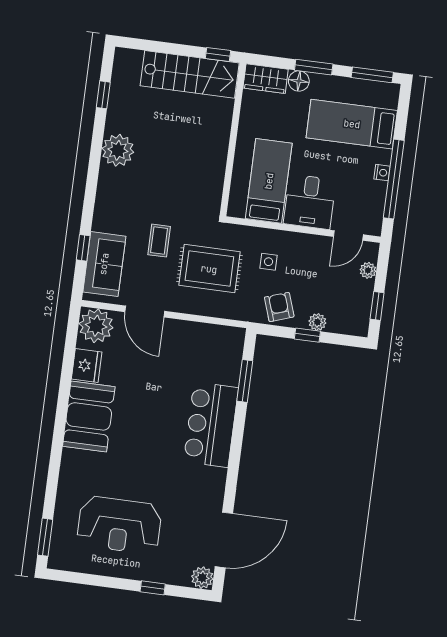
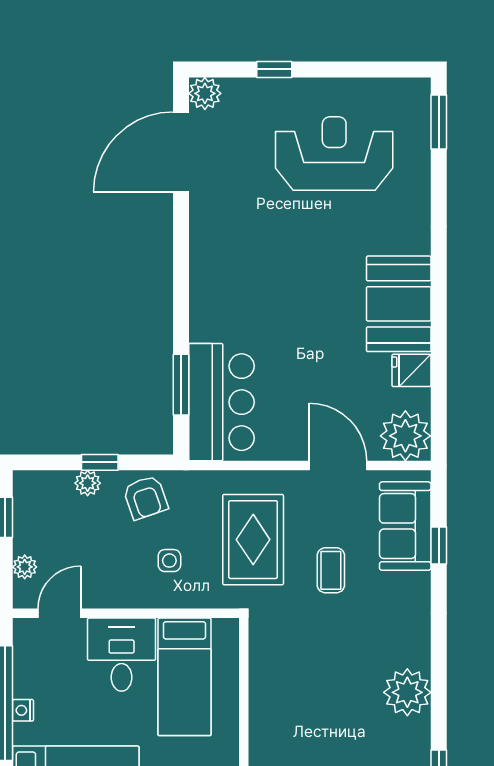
rug: (209, 269) -> (253, 540), turned 90
fridge: (87, 366) -> (411, 370), width x0.72
bar counter: (211, 425) -> (221, 402), moved

